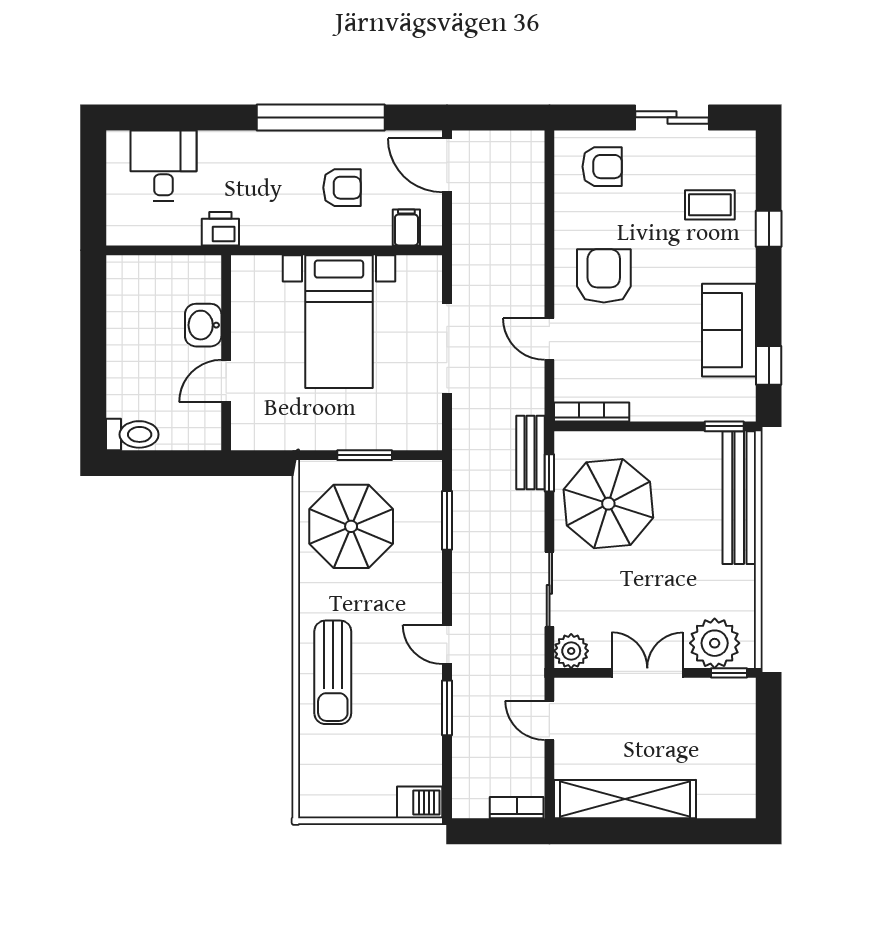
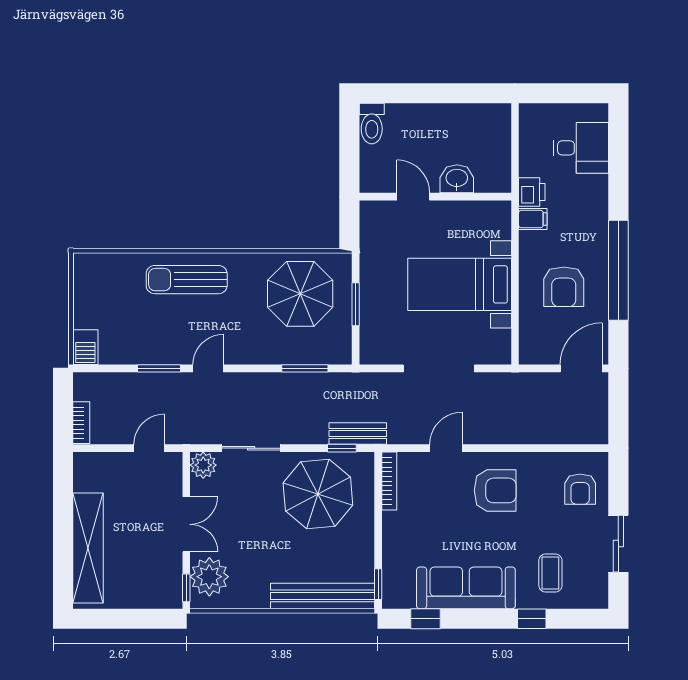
armchair: (342, 188) -> (564, 287), width x1.38, depth x1.38
filing cabinet: (406, 227) -> (533, 219), moved
sofa: (729, 330) -> (466, 588), width x1.36
shelving: (625, 799) -> (88, 548), moved

